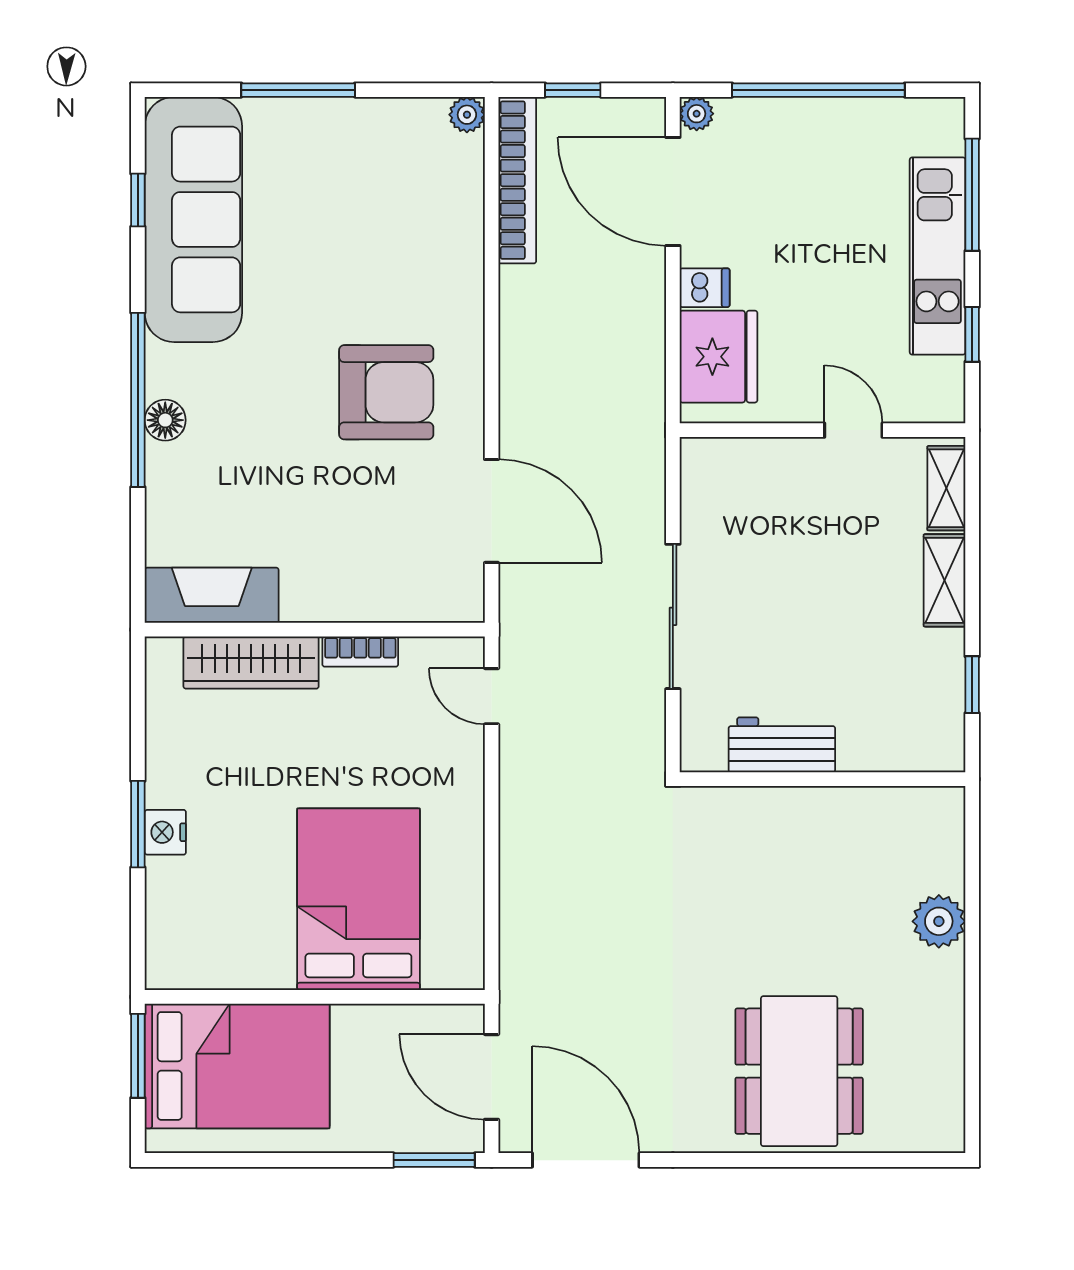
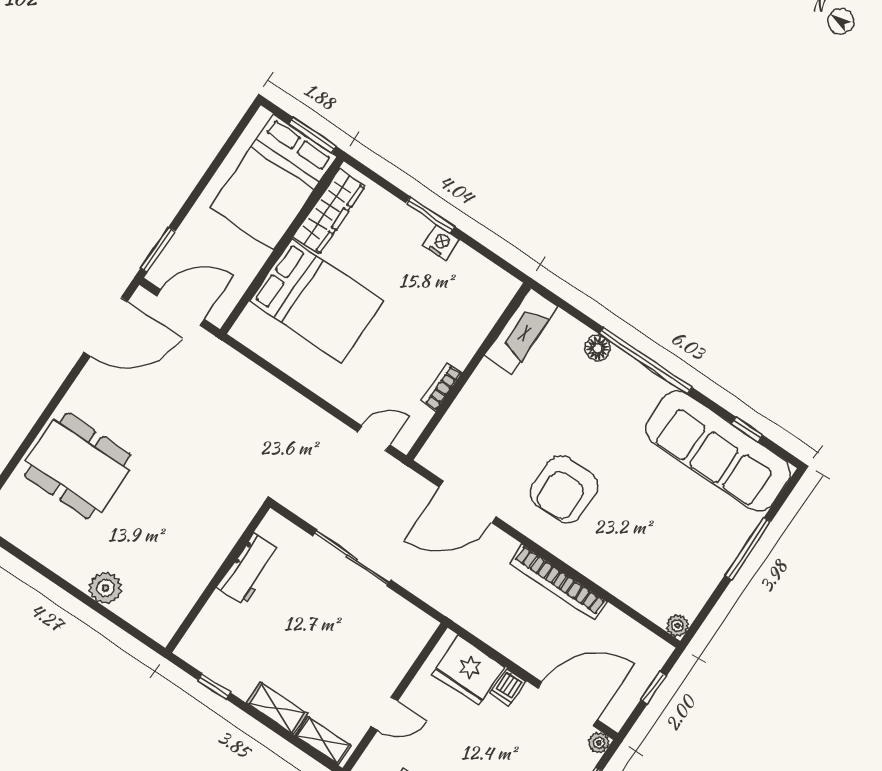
bookcase: (517, 180) -> (558, 582), moved
floor lamp: (165, 420) -> (598, 348), moved
wardrobe: (251, 663) -> (329, 211), moved, turned 180
nightstand: (165, 832) -> (441, 243), moved

